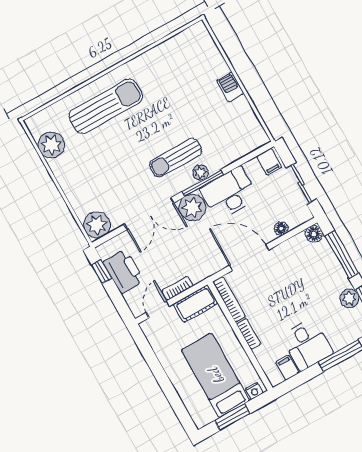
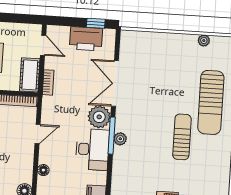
plant: (51, 145) -> (204, 41), width x0.53, depth x0.53
sun lounger: (176, 158) -> (182, 137), moved
plant: (97, 225) -> (131, 41), removed
door: (249, 258) -> (38, 134), width x0.53
bookcase: (177, 288) -> (48, 82), moved

